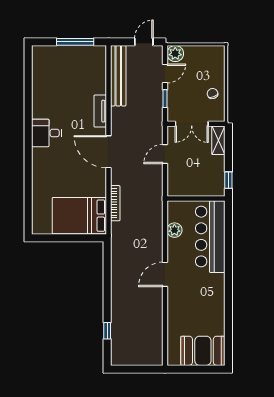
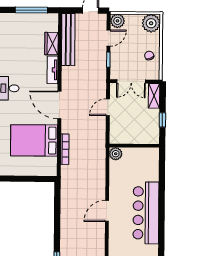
plant: (214, 56) -> (151, 23), added
wardrobe: (99, 81) -> (52, 44), added
window: (228, 180) -> (162, 120), moved
bed: (79, 216) -> (34, 140), moved
plant: (174, 230) -> (116, 154), moved
bar counter: (210, 237) -> (146, 213), moved

